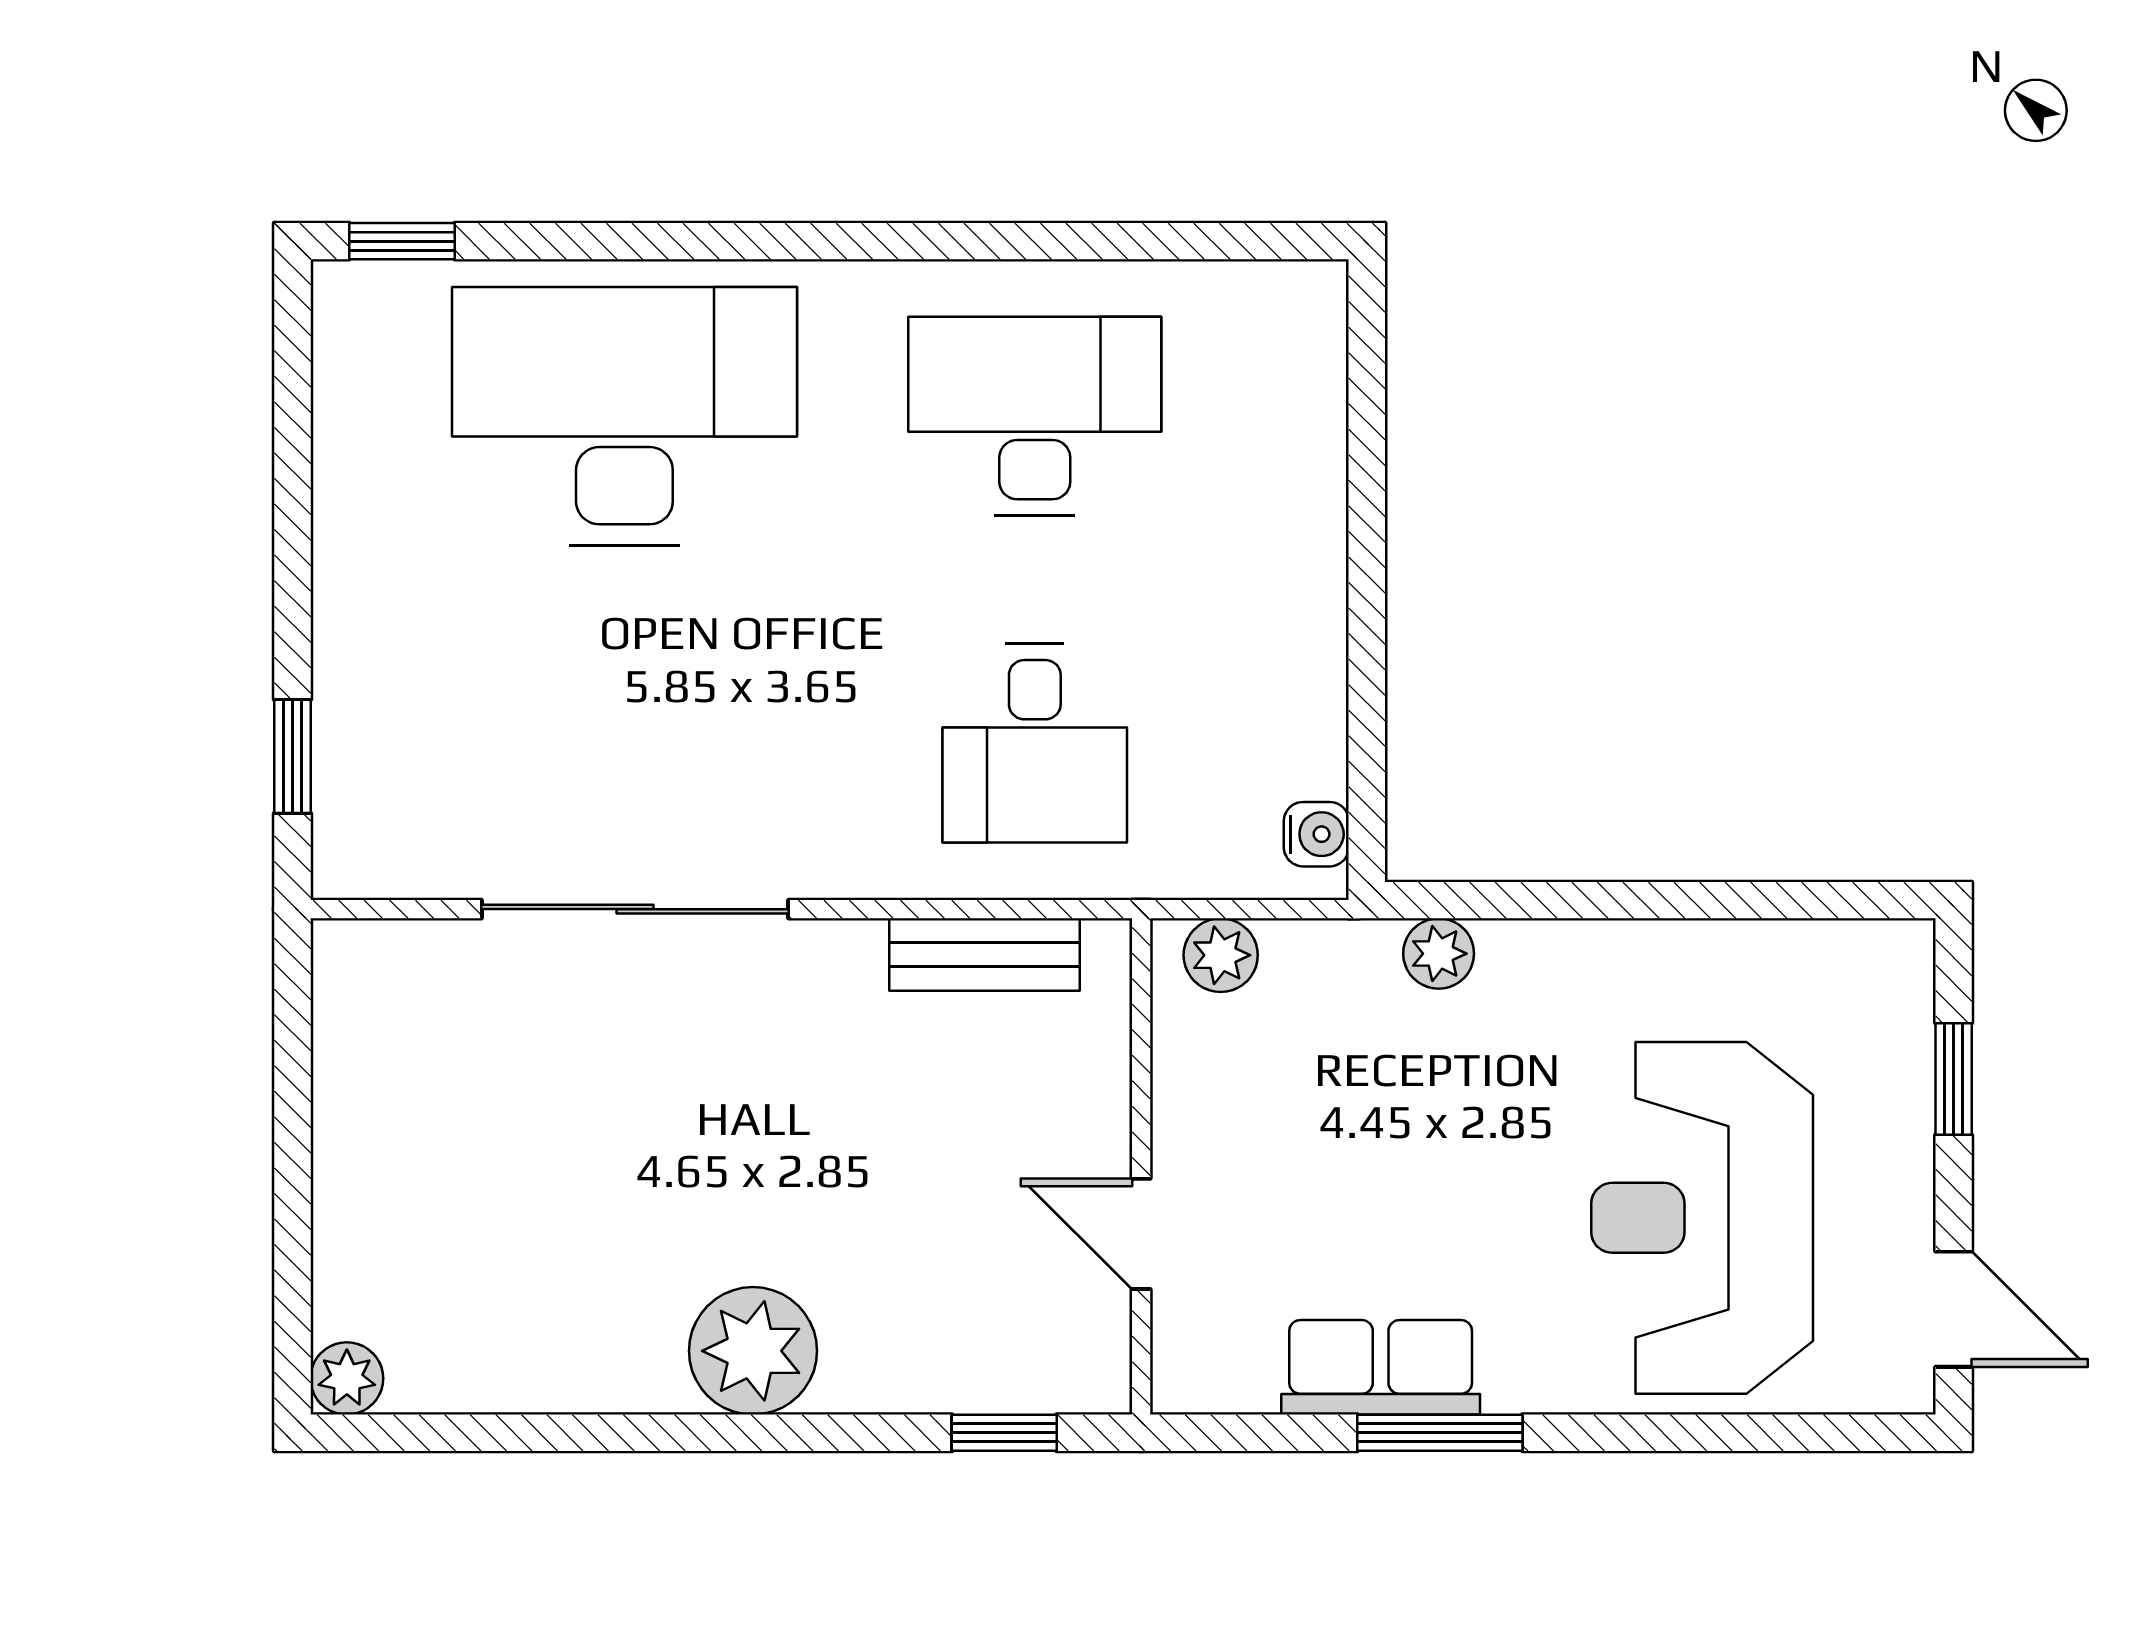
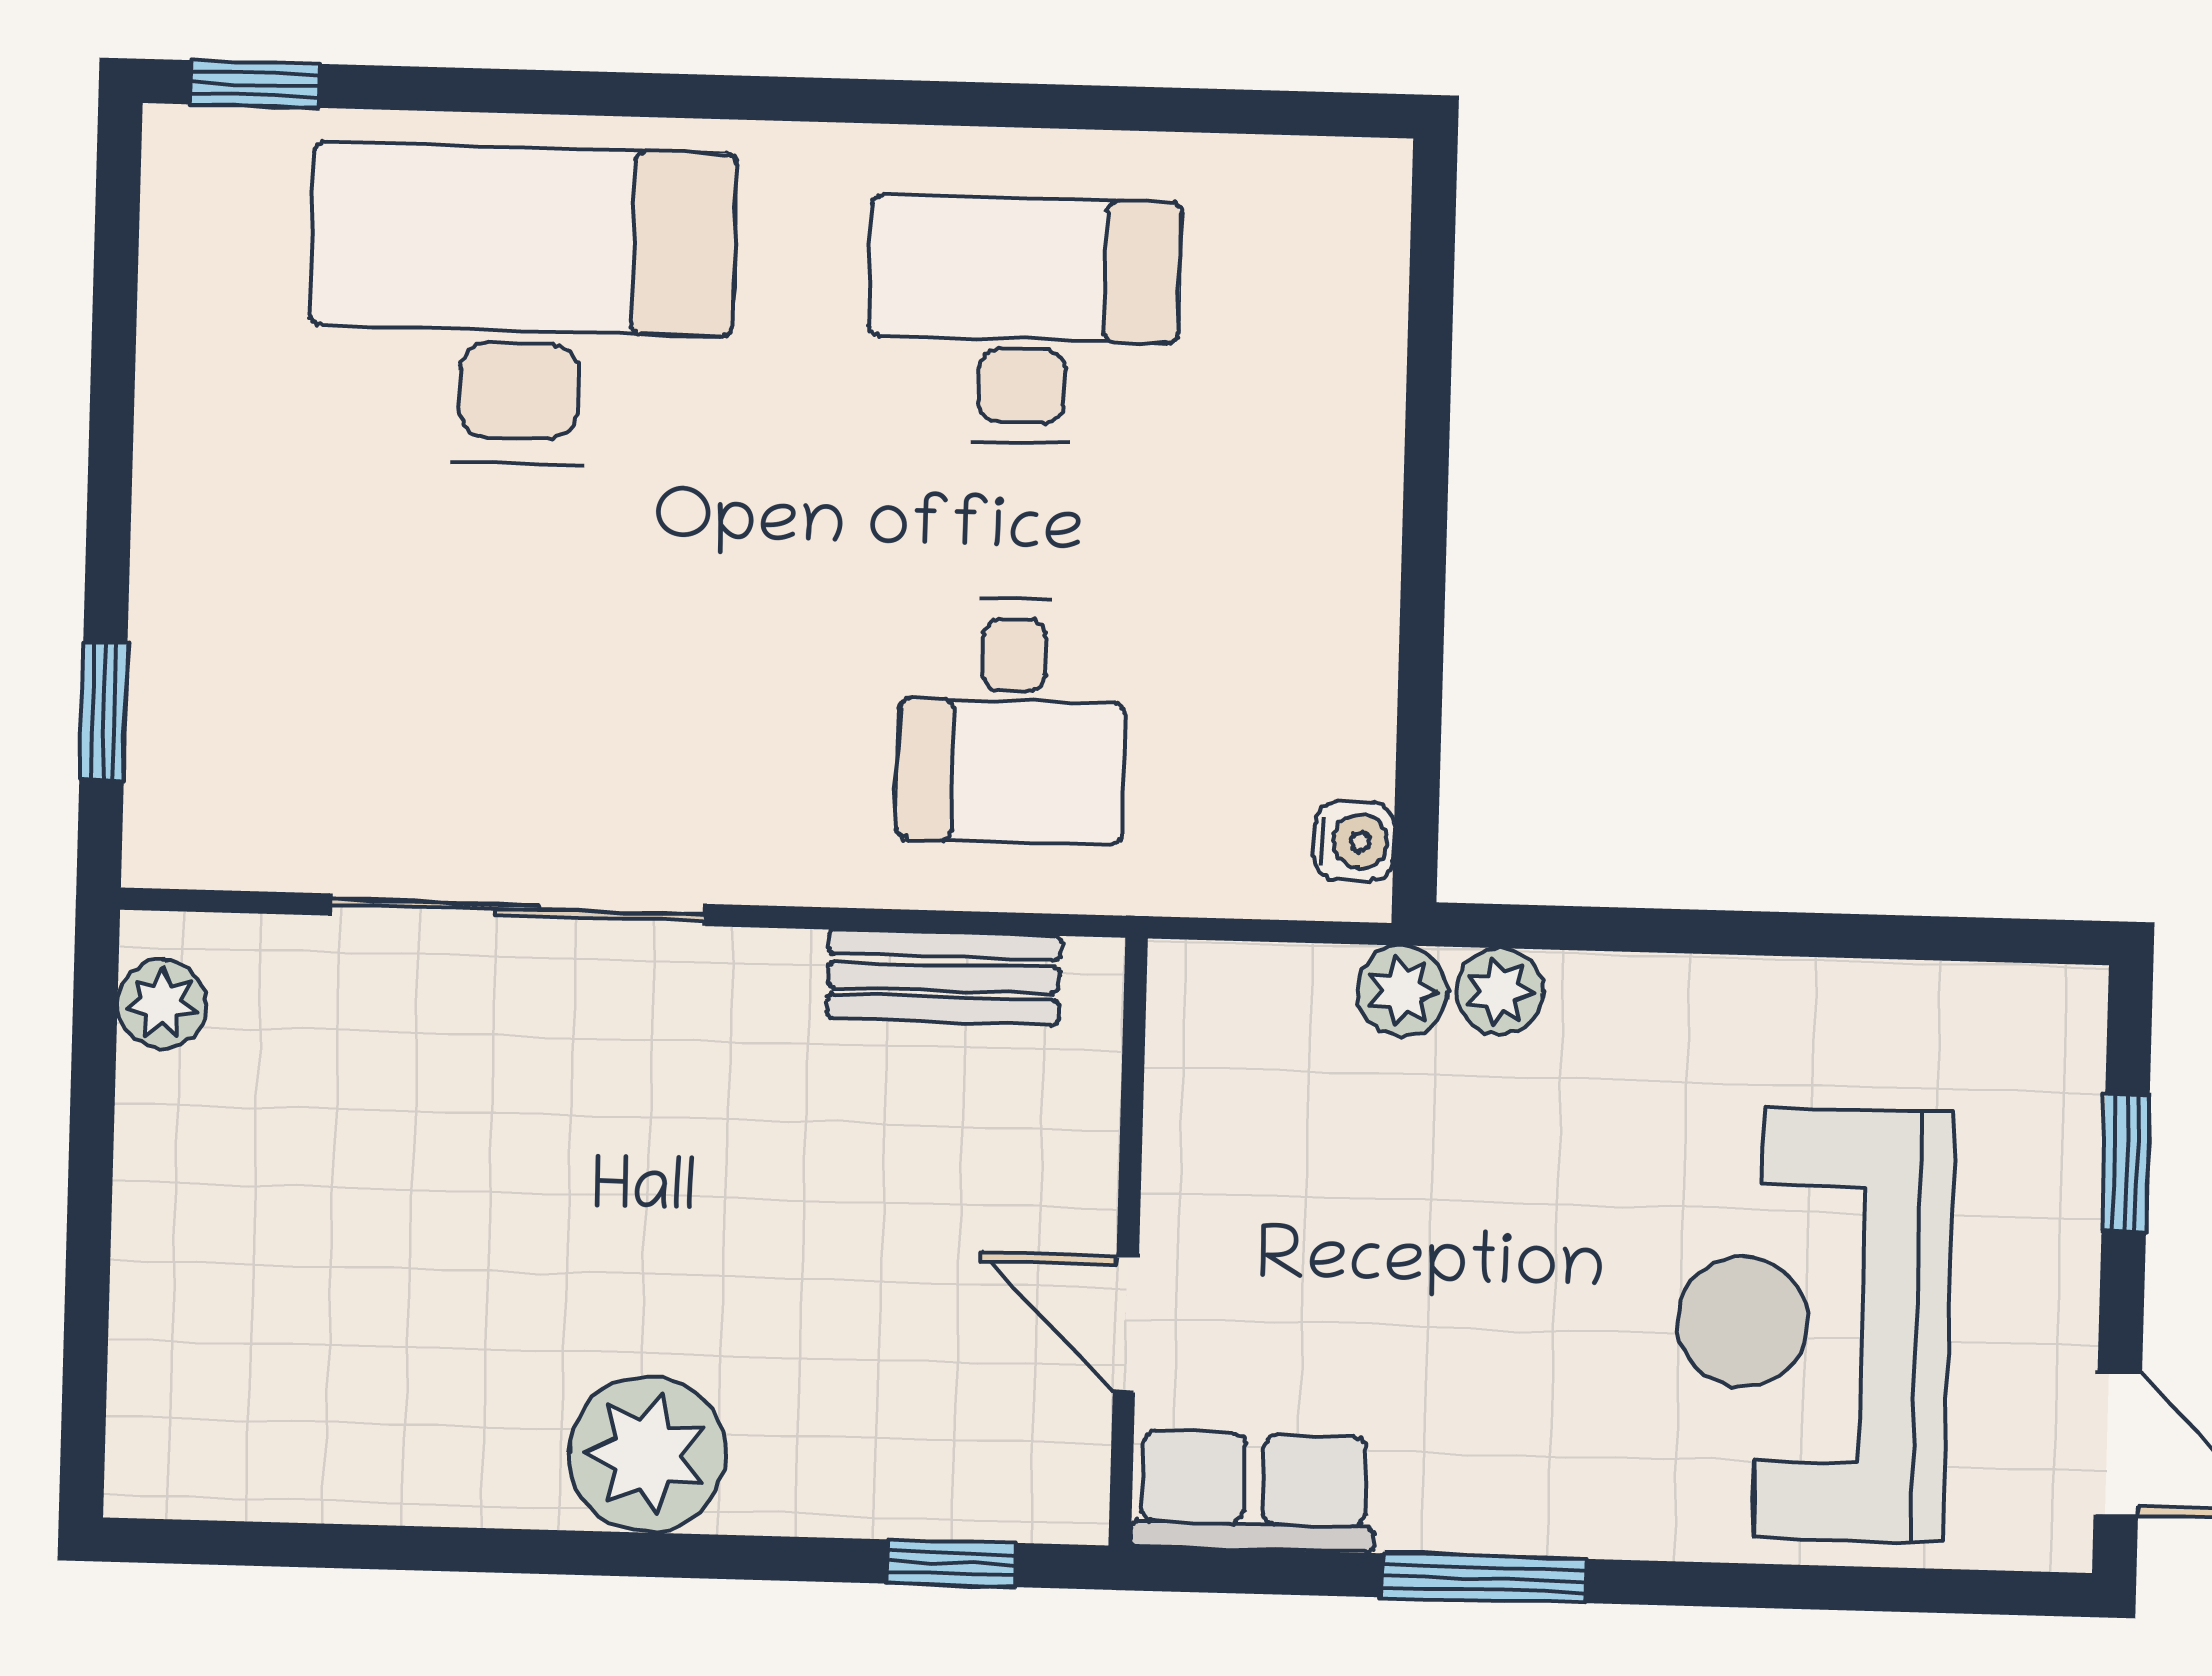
plant: (1221, 955) -> (1402, 991), moved
row of seats: (1381, 1367) -> (1254, 1492), moved
plant: (347, 1378) -> (162, 1004), moved

